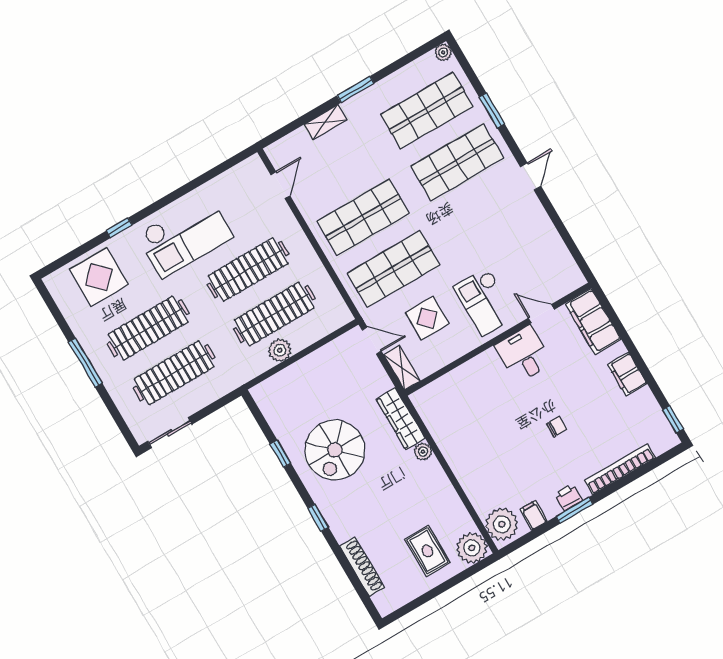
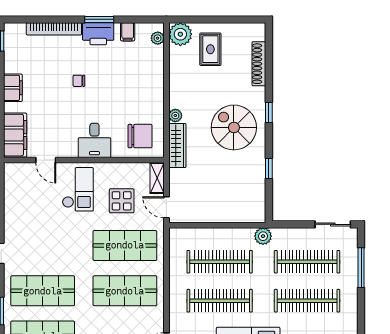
plant: (280, 350) -> (263, 236), moved
desk: (524, 354) -> (94, 140), moved
window: (85, 363) -> (361, 268), moved
chair: (450, 404) -> (140, 136), added
spiral stairs: (335, 450) -> (234, 127), moved, turned -90
printer: (568, 497) -> (98, 34), width x1.87, depth x1.48
plant: (502, 524) -> (158, 38), width x0.53, depth x0.53

